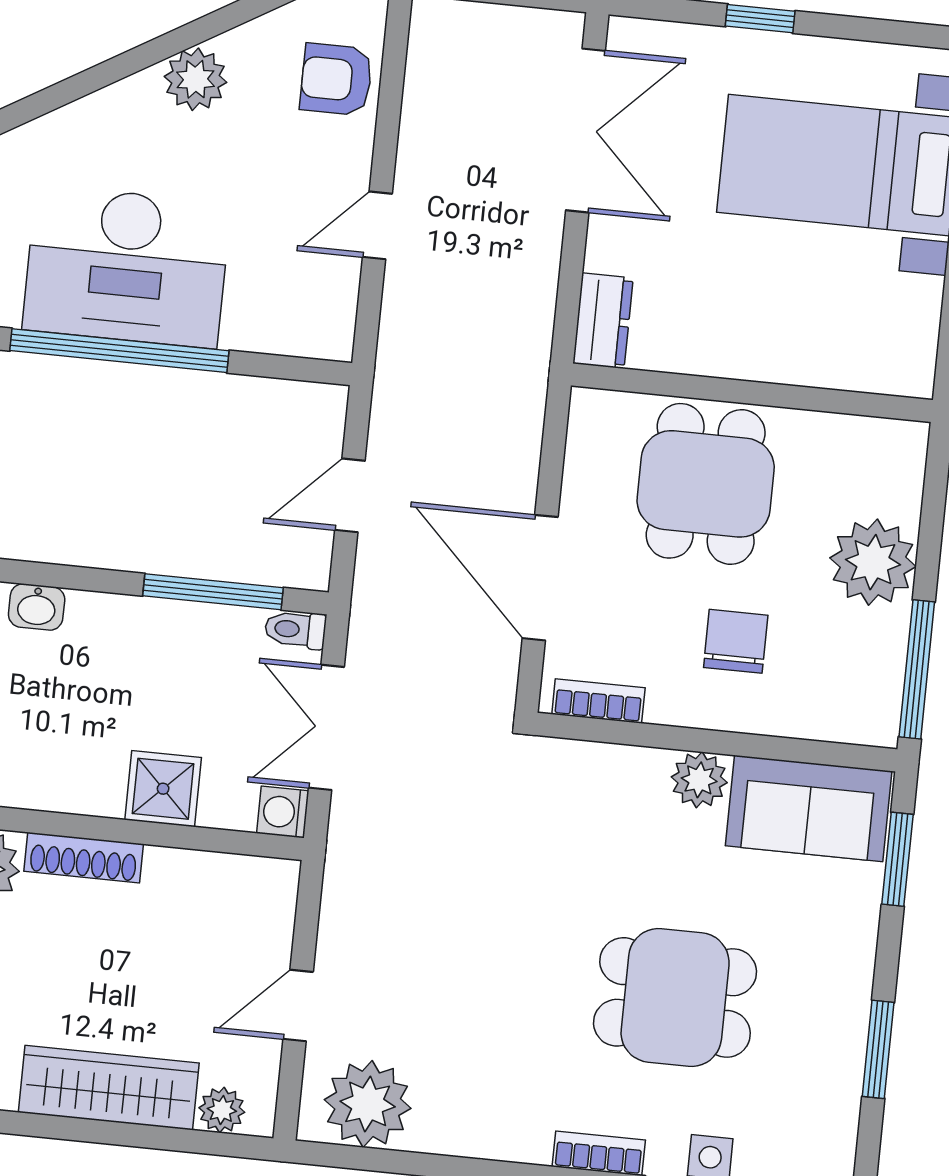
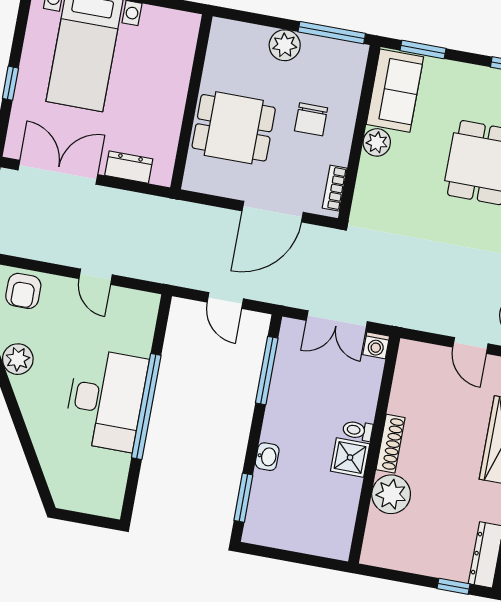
dresser: (603, 321) -> (129, 167), moved
plant: (873, 562) -> (285, 45), width x0.73, depth x0.73
toilet: (295, 630) -> (358, 430), moved, turned 90
chair: (736, 641) -> (311, 119), turned -90
shower: (163, 789) -> (350, 458), moved

